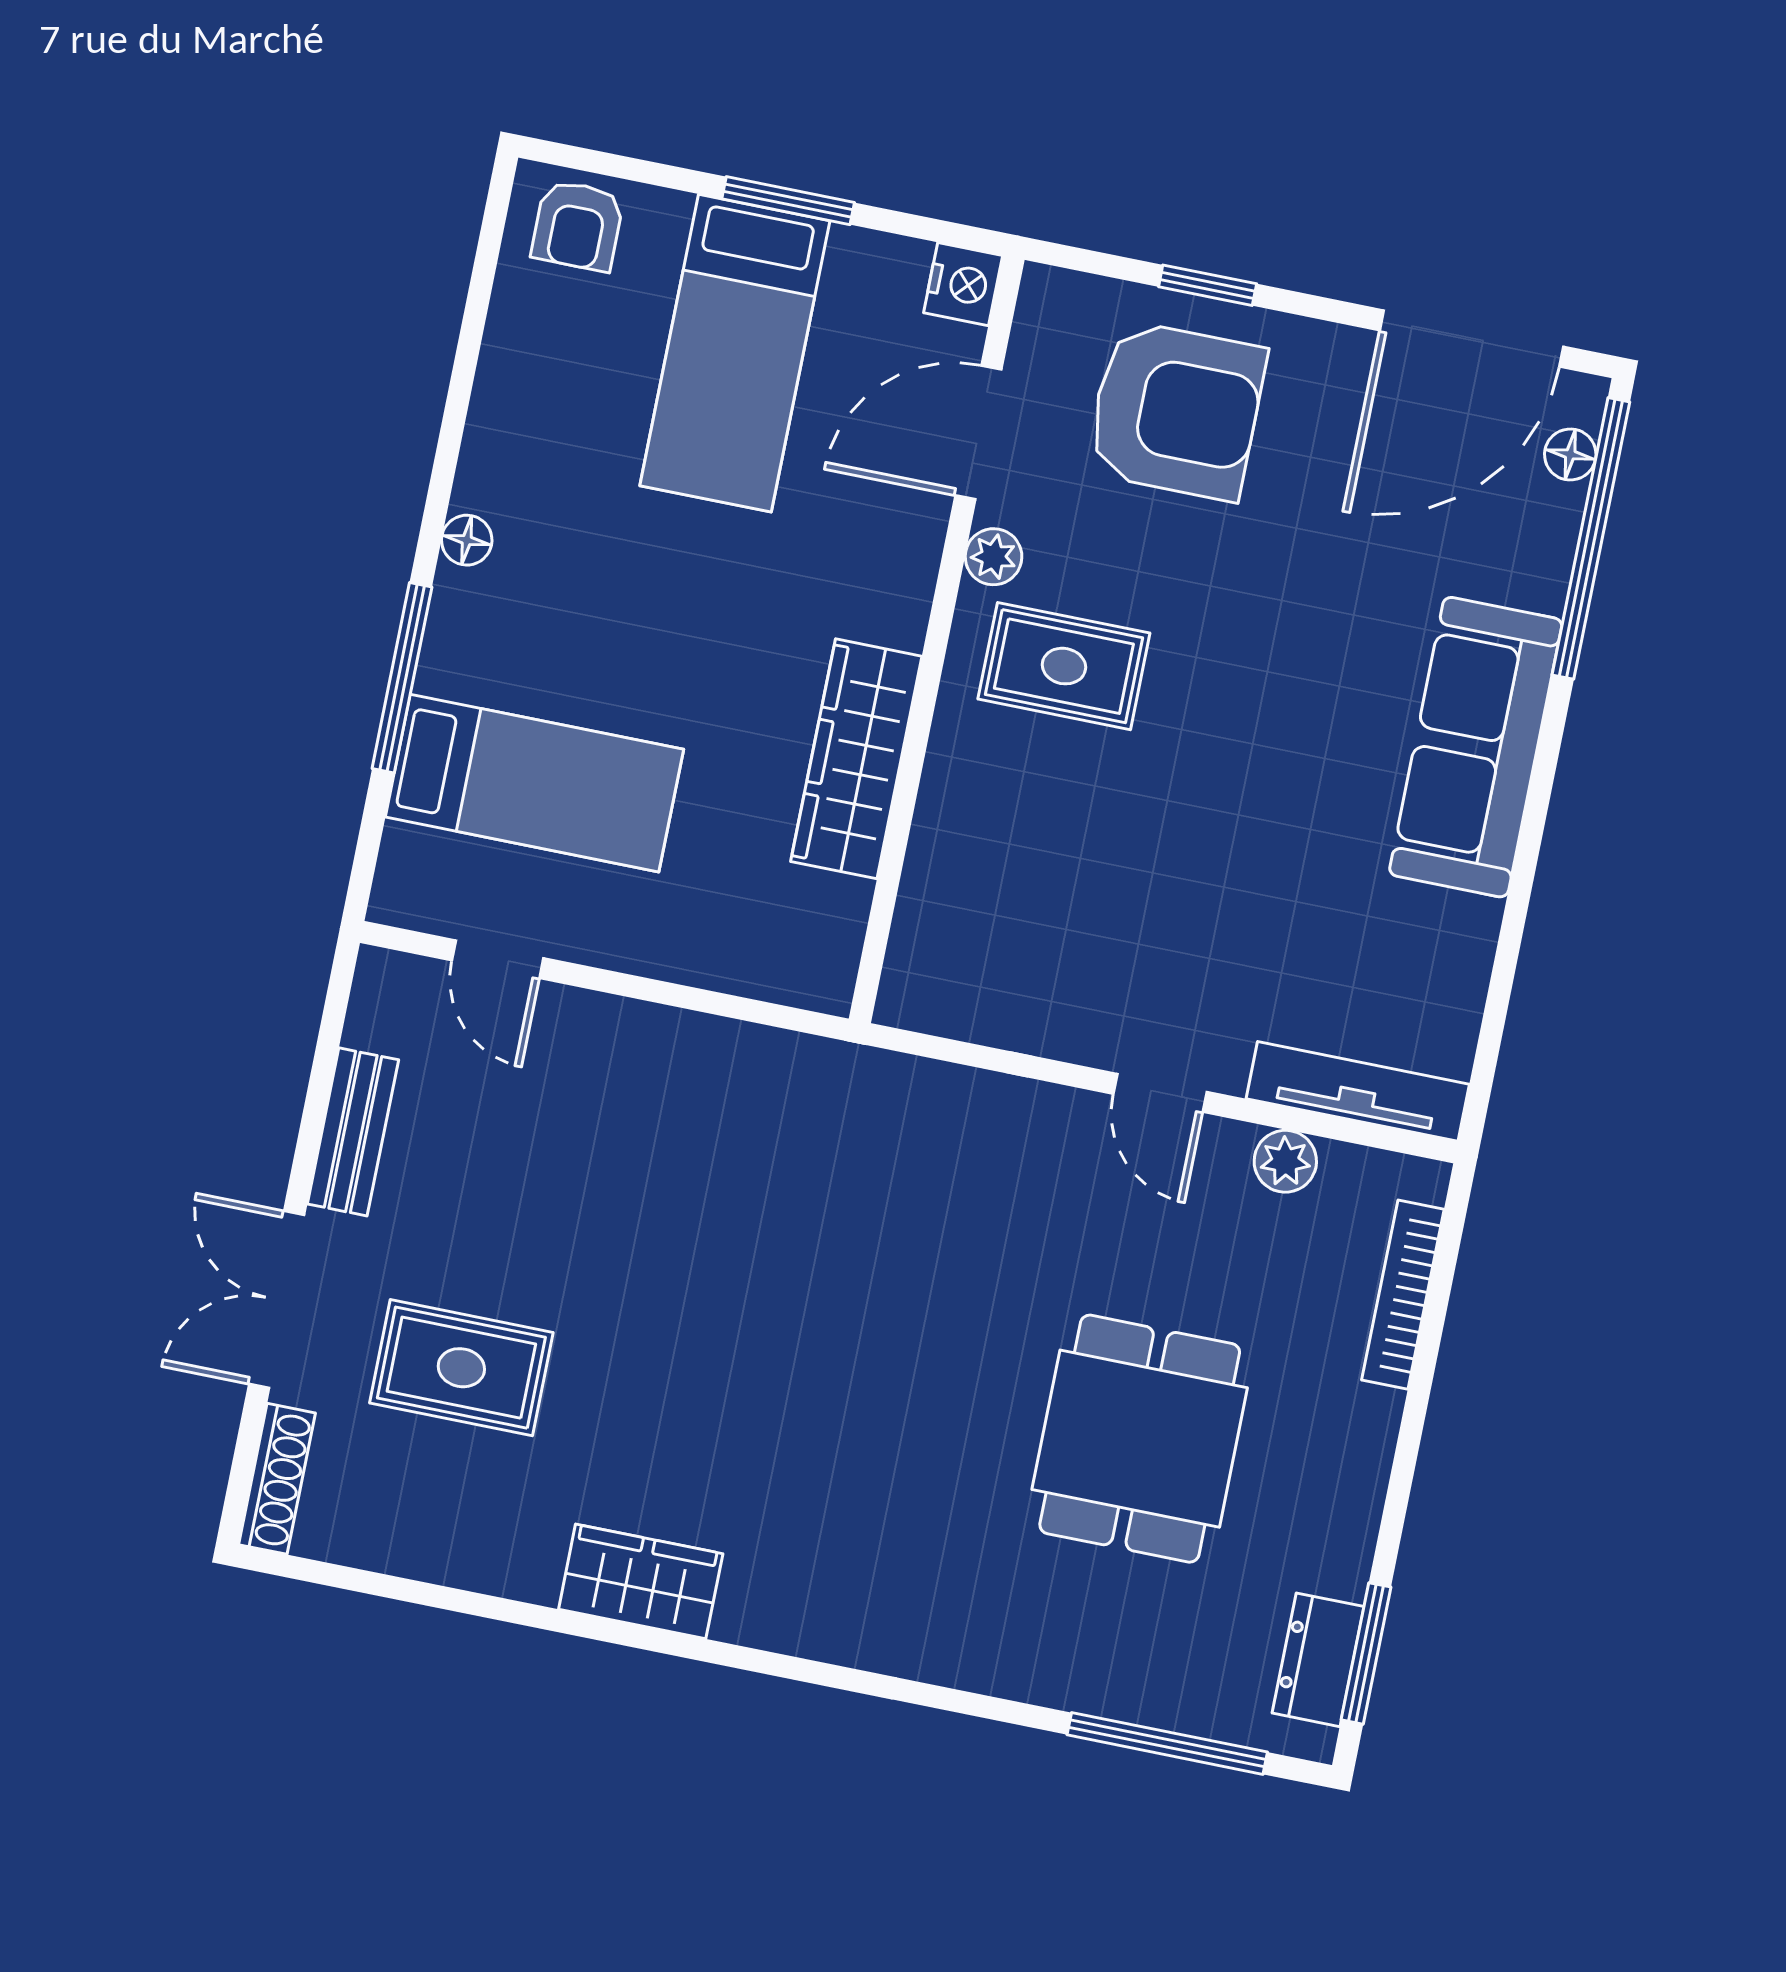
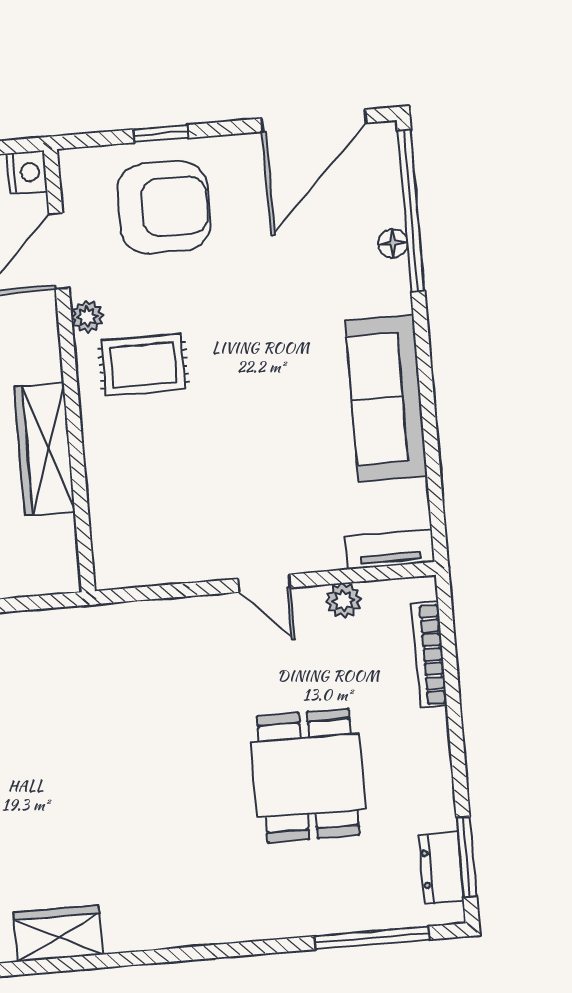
floor lamp: (1570, 454) -> (393, 243), moved
sofa: (1476, 747) -> (386, 398), moved
tv unit: (1358, 1091) -> (390, 549), width x0.71

